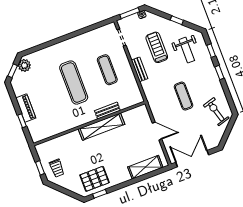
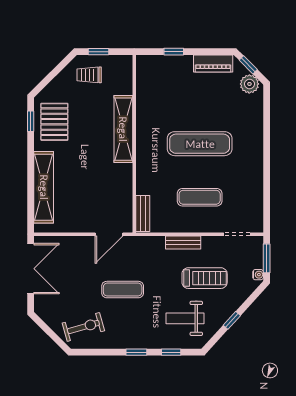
piano: (26, 108) -> (213, 63), moved
bench: (107, 111) -> (143, 213), moved
shelving: (101, 127) -> (123, 129), moved
door: (157, 131) -> (109, 234), moved
shelving: (145, 167) -> (44, 187), width x1.47

